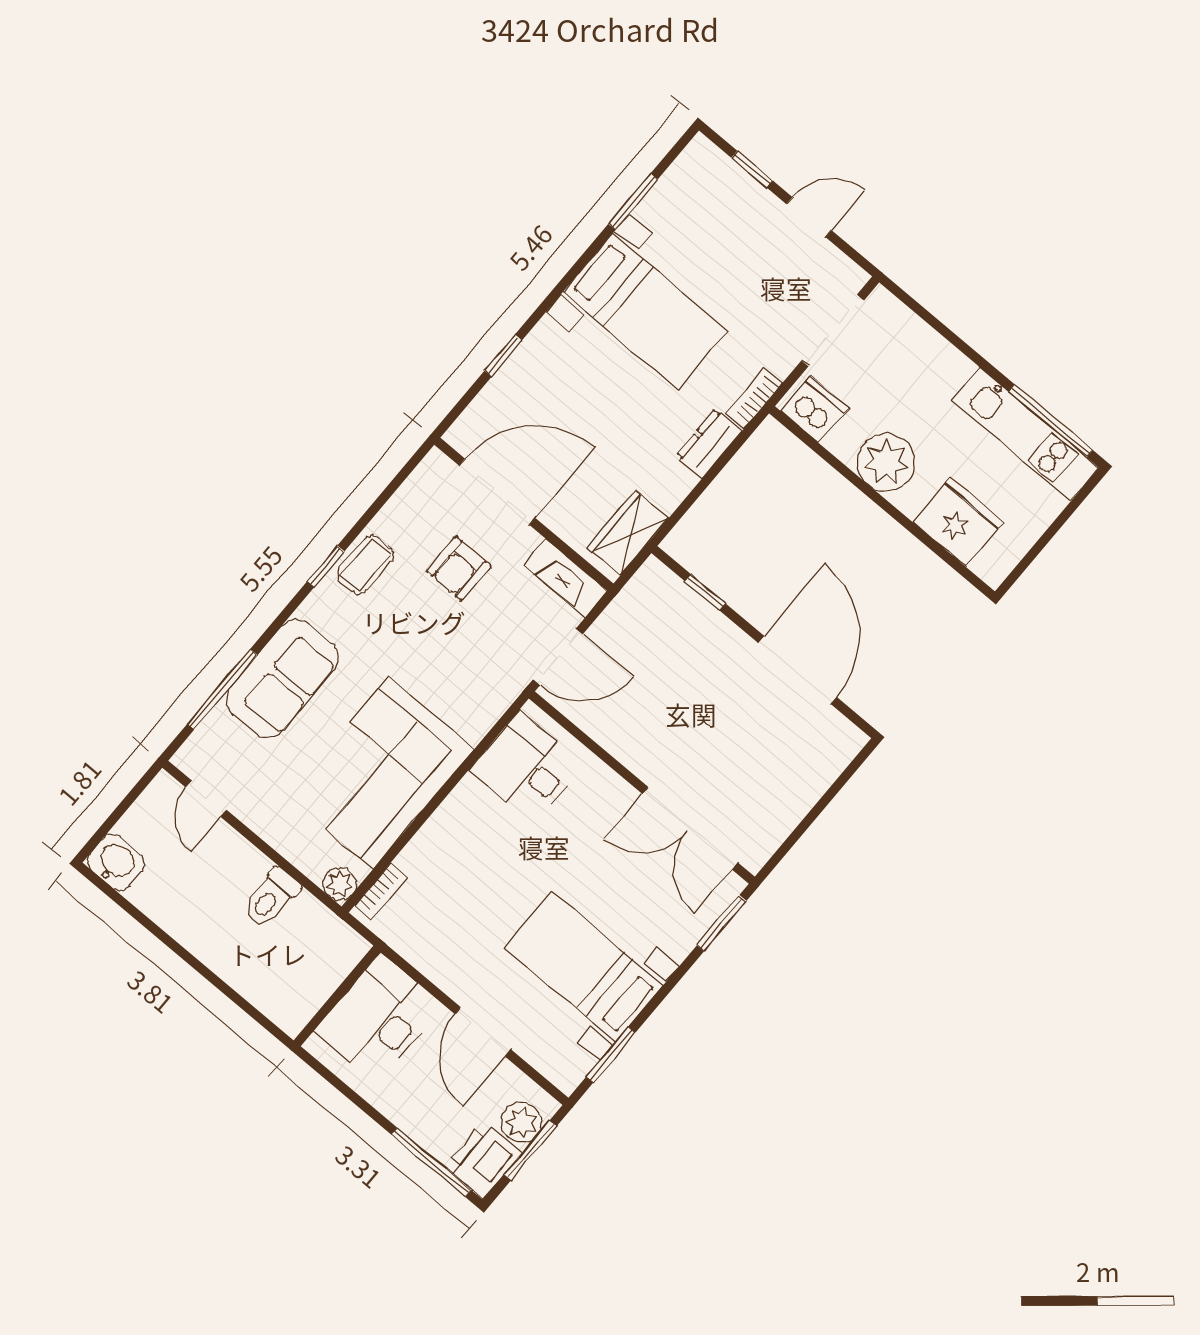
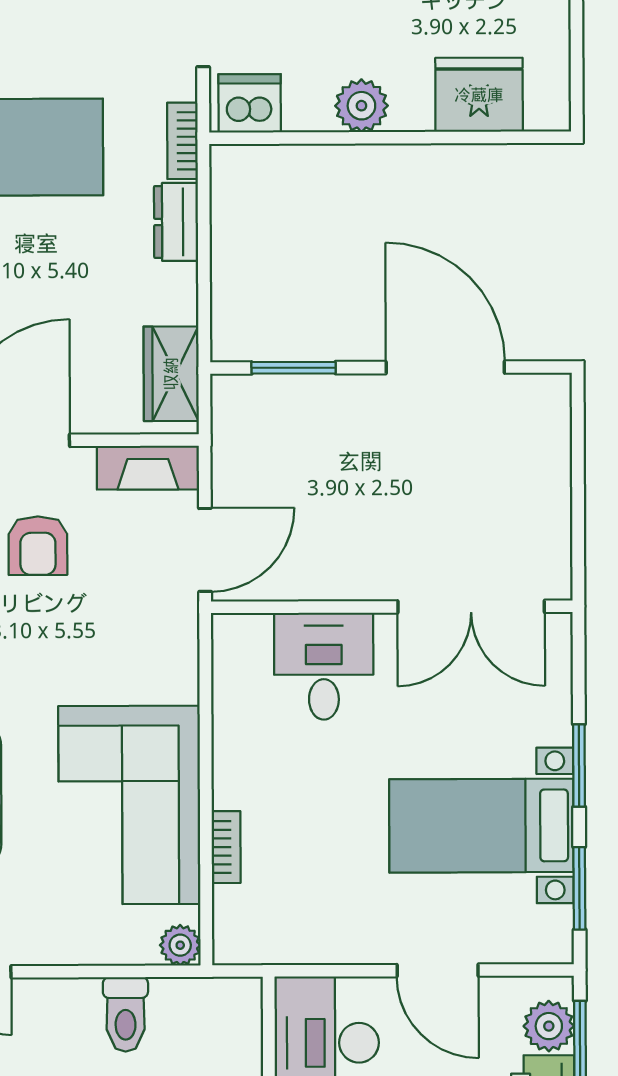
plant: (886, 462) -> (361, 106), width x0.73, depth x0.73
window: (705, 592) -> (294, 368), width x1.50
desk: (526, 767) -> (324, 666), moved, turned 90
bookcase: (381, 891) -> (226, 847), moved
window: (722, 923) -> (579, 766), moved

